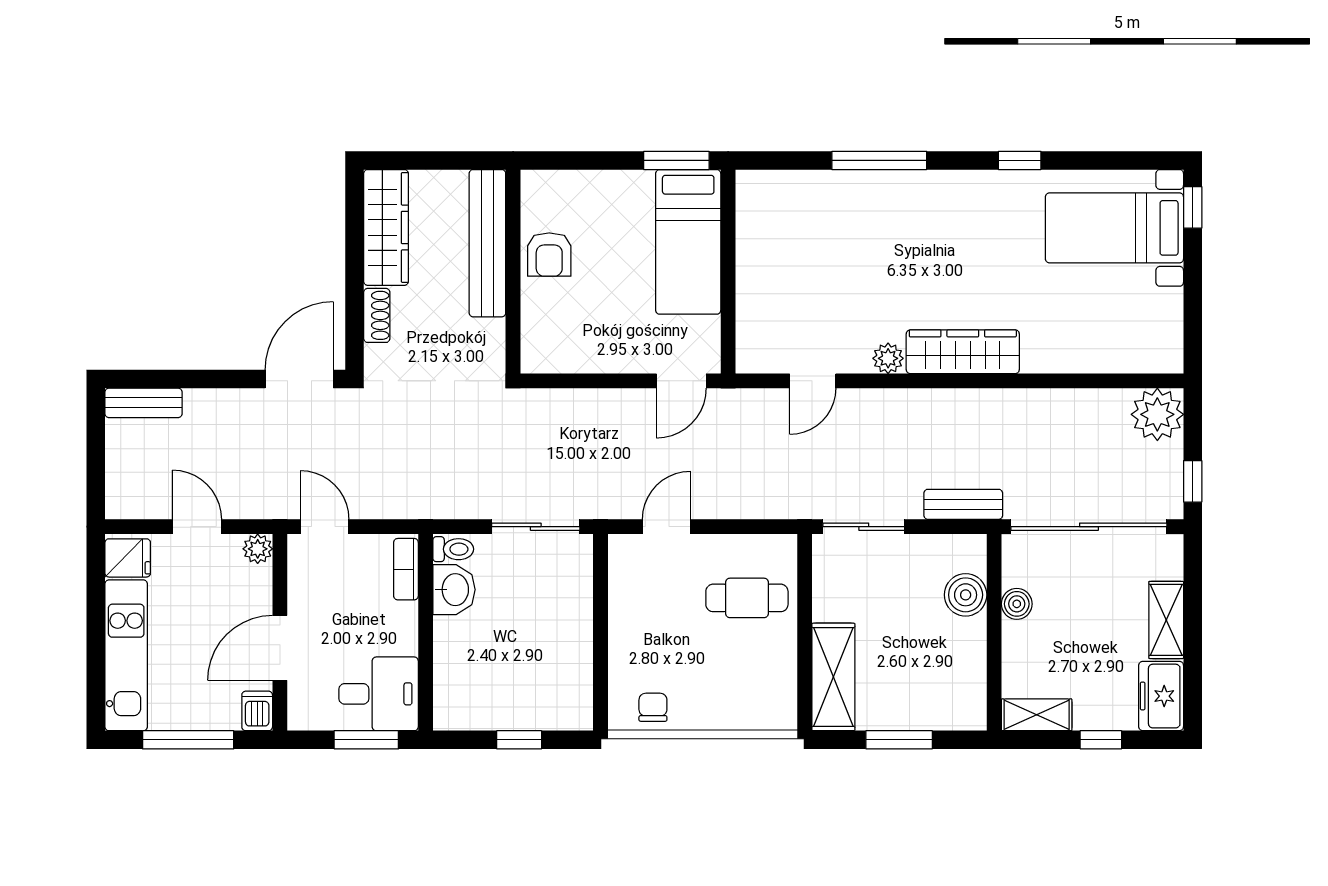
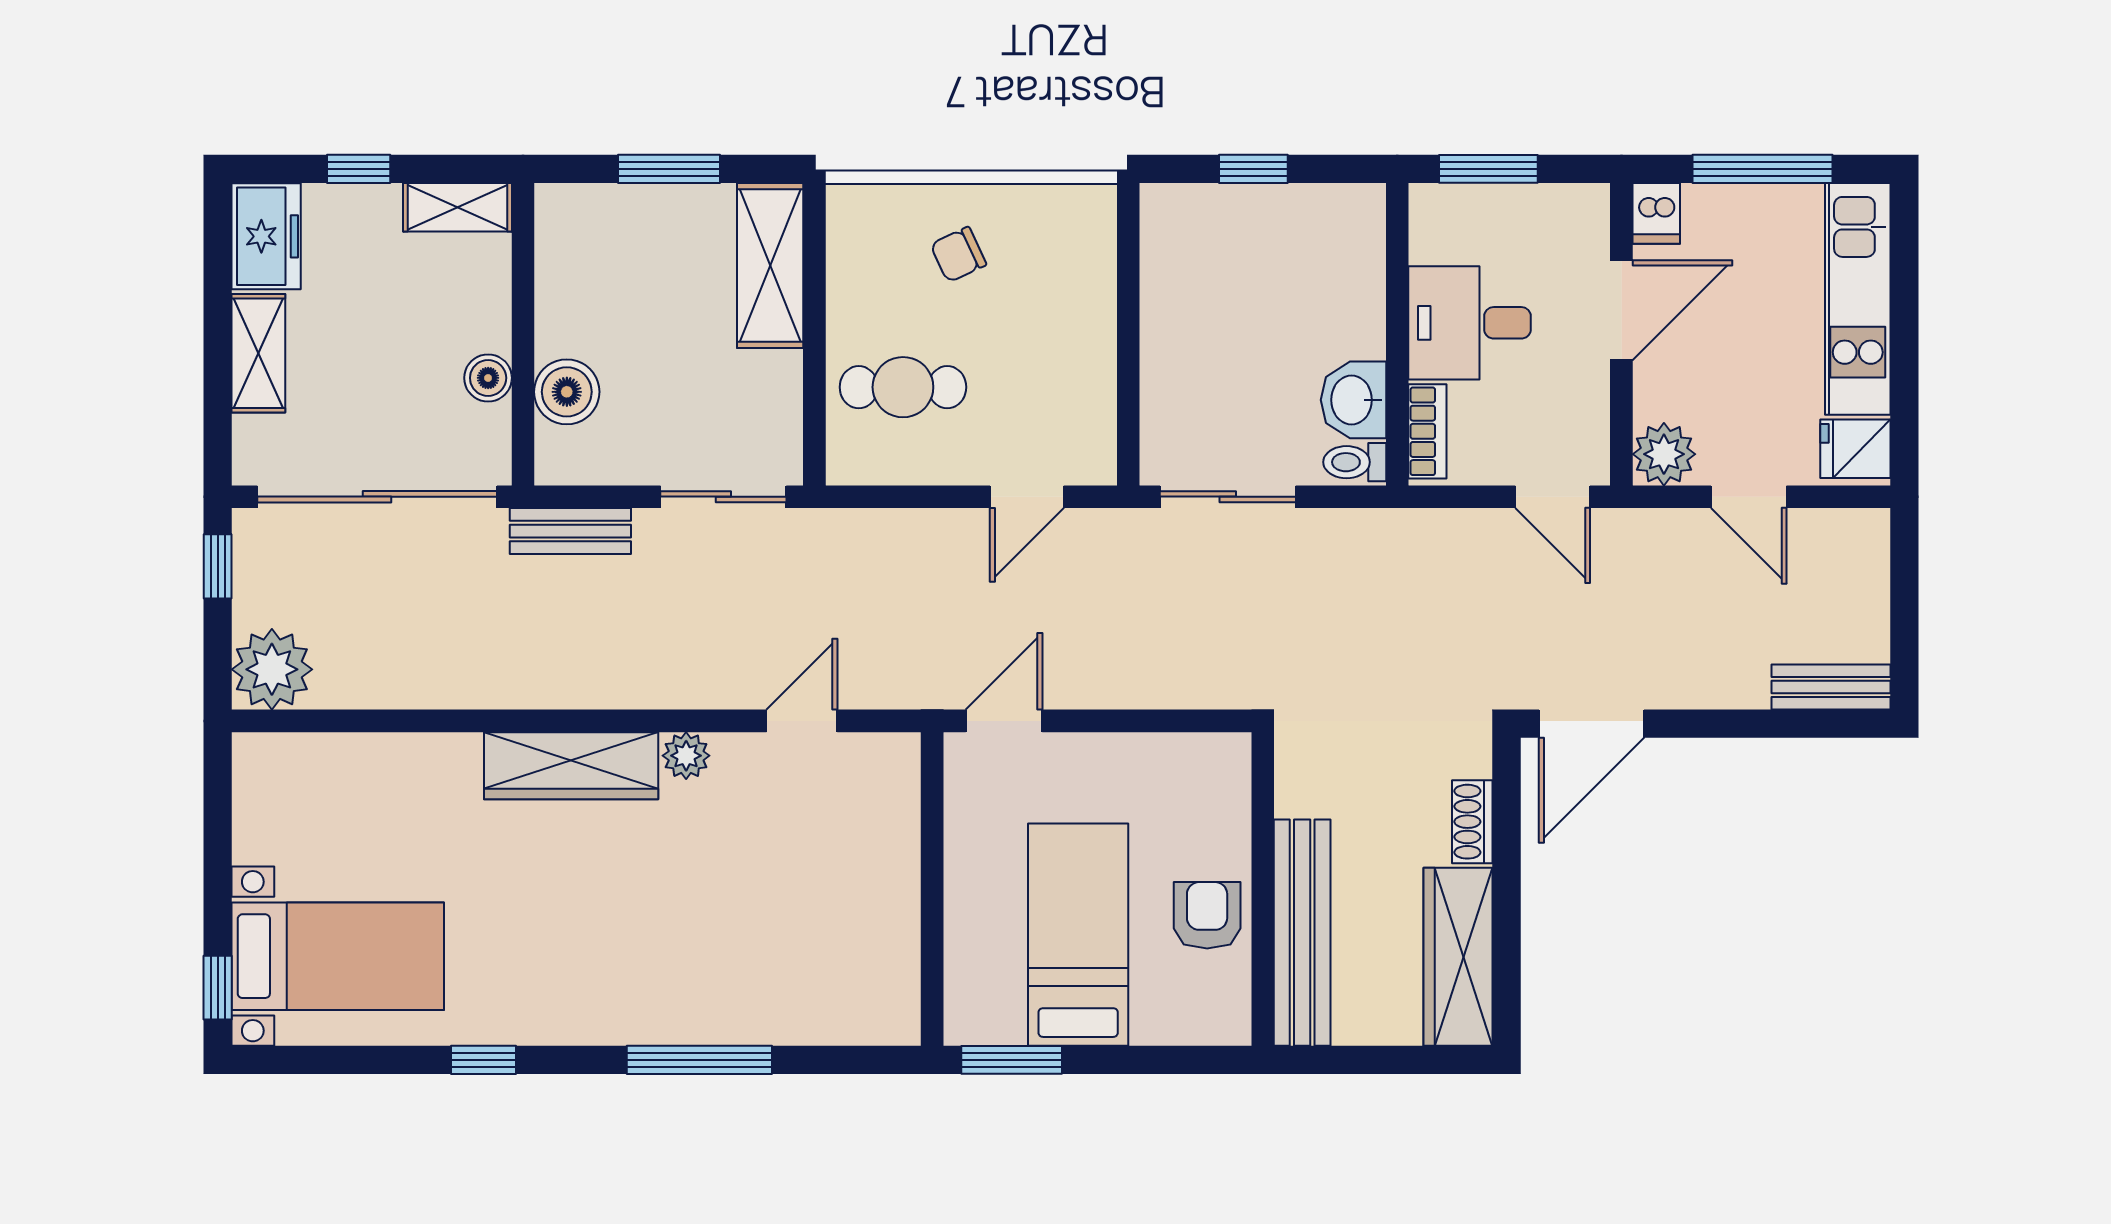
bed: (688, 242) -> (1078, 935), moved
plant: (258, 549) -> (1664, 454), width x1.38, depth x1.38
desk: (379, 694) -> (1470, 323), moved
chair: (653, 707) -> (958, 254), moved, turned 65

